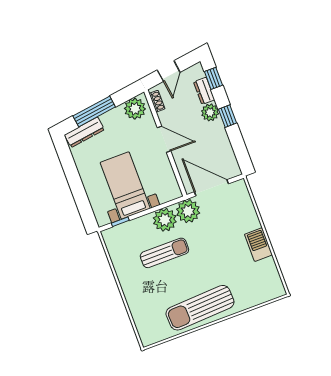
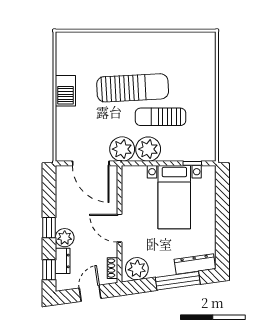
sun lounger: (200, 308) -> (133, 88), moved

